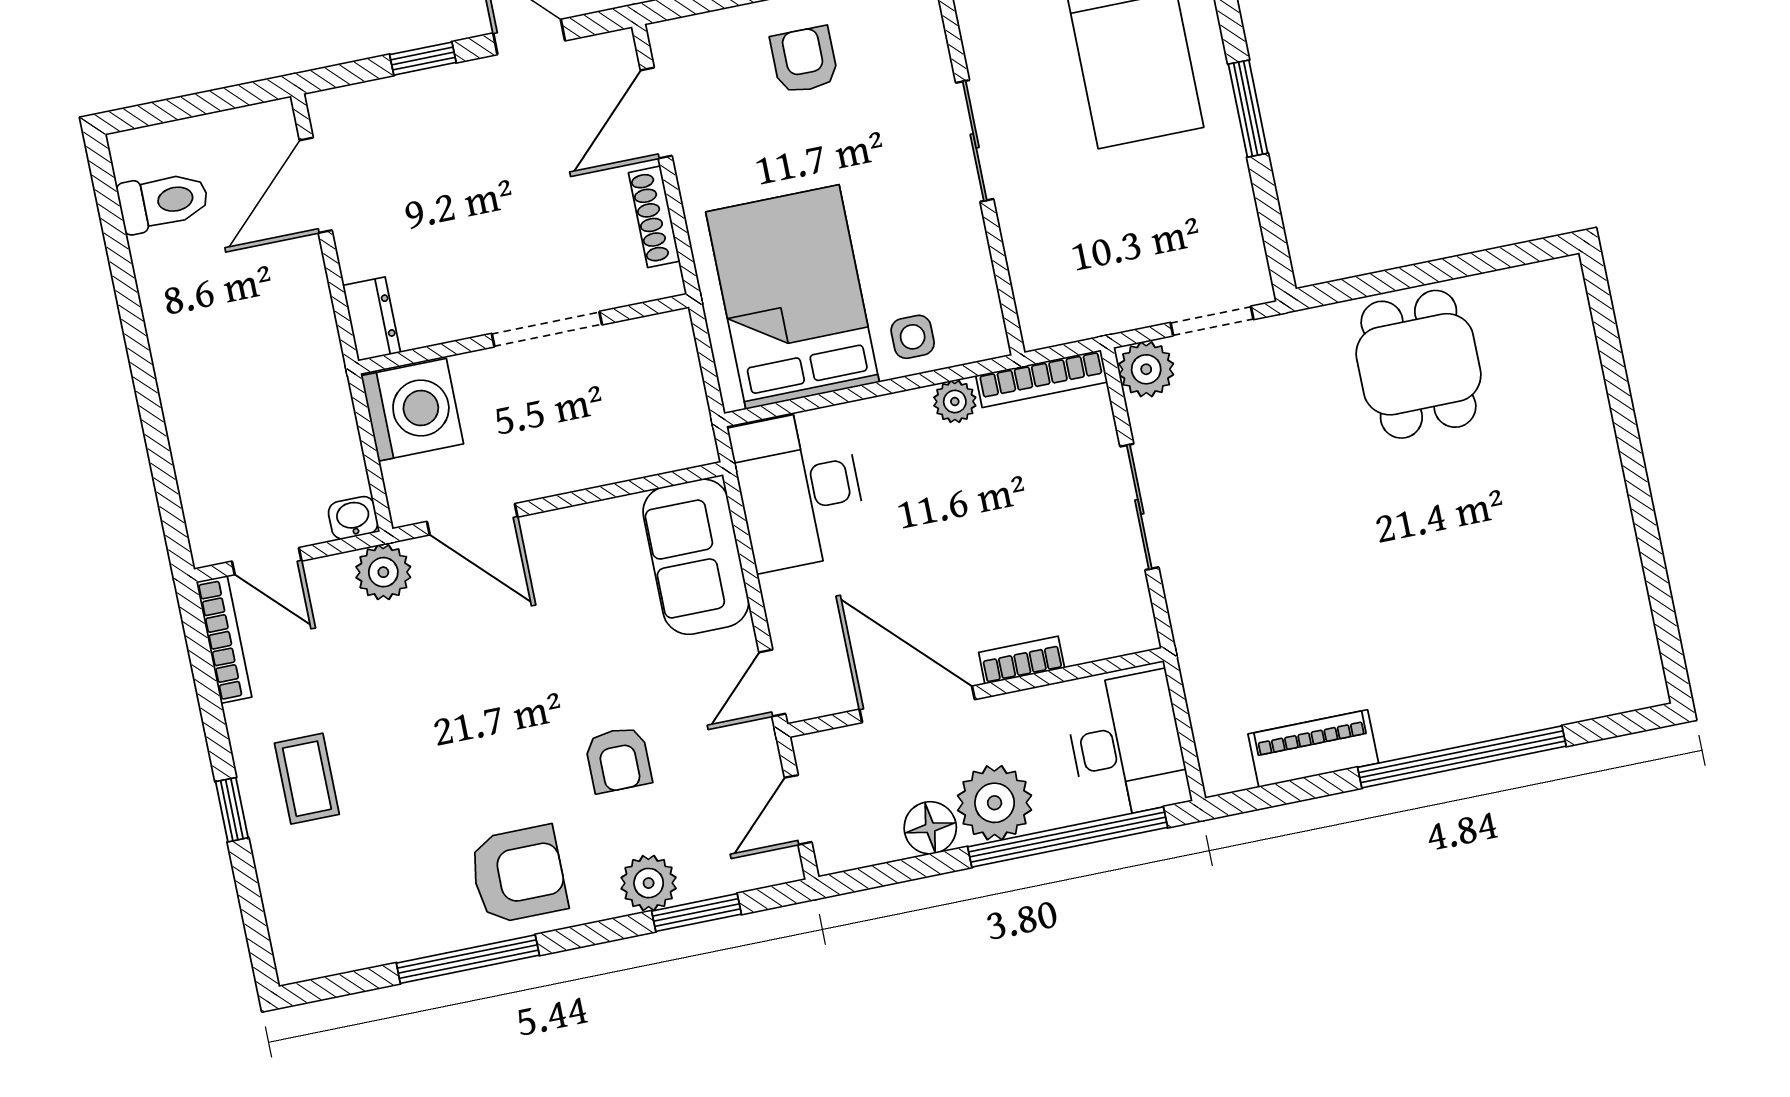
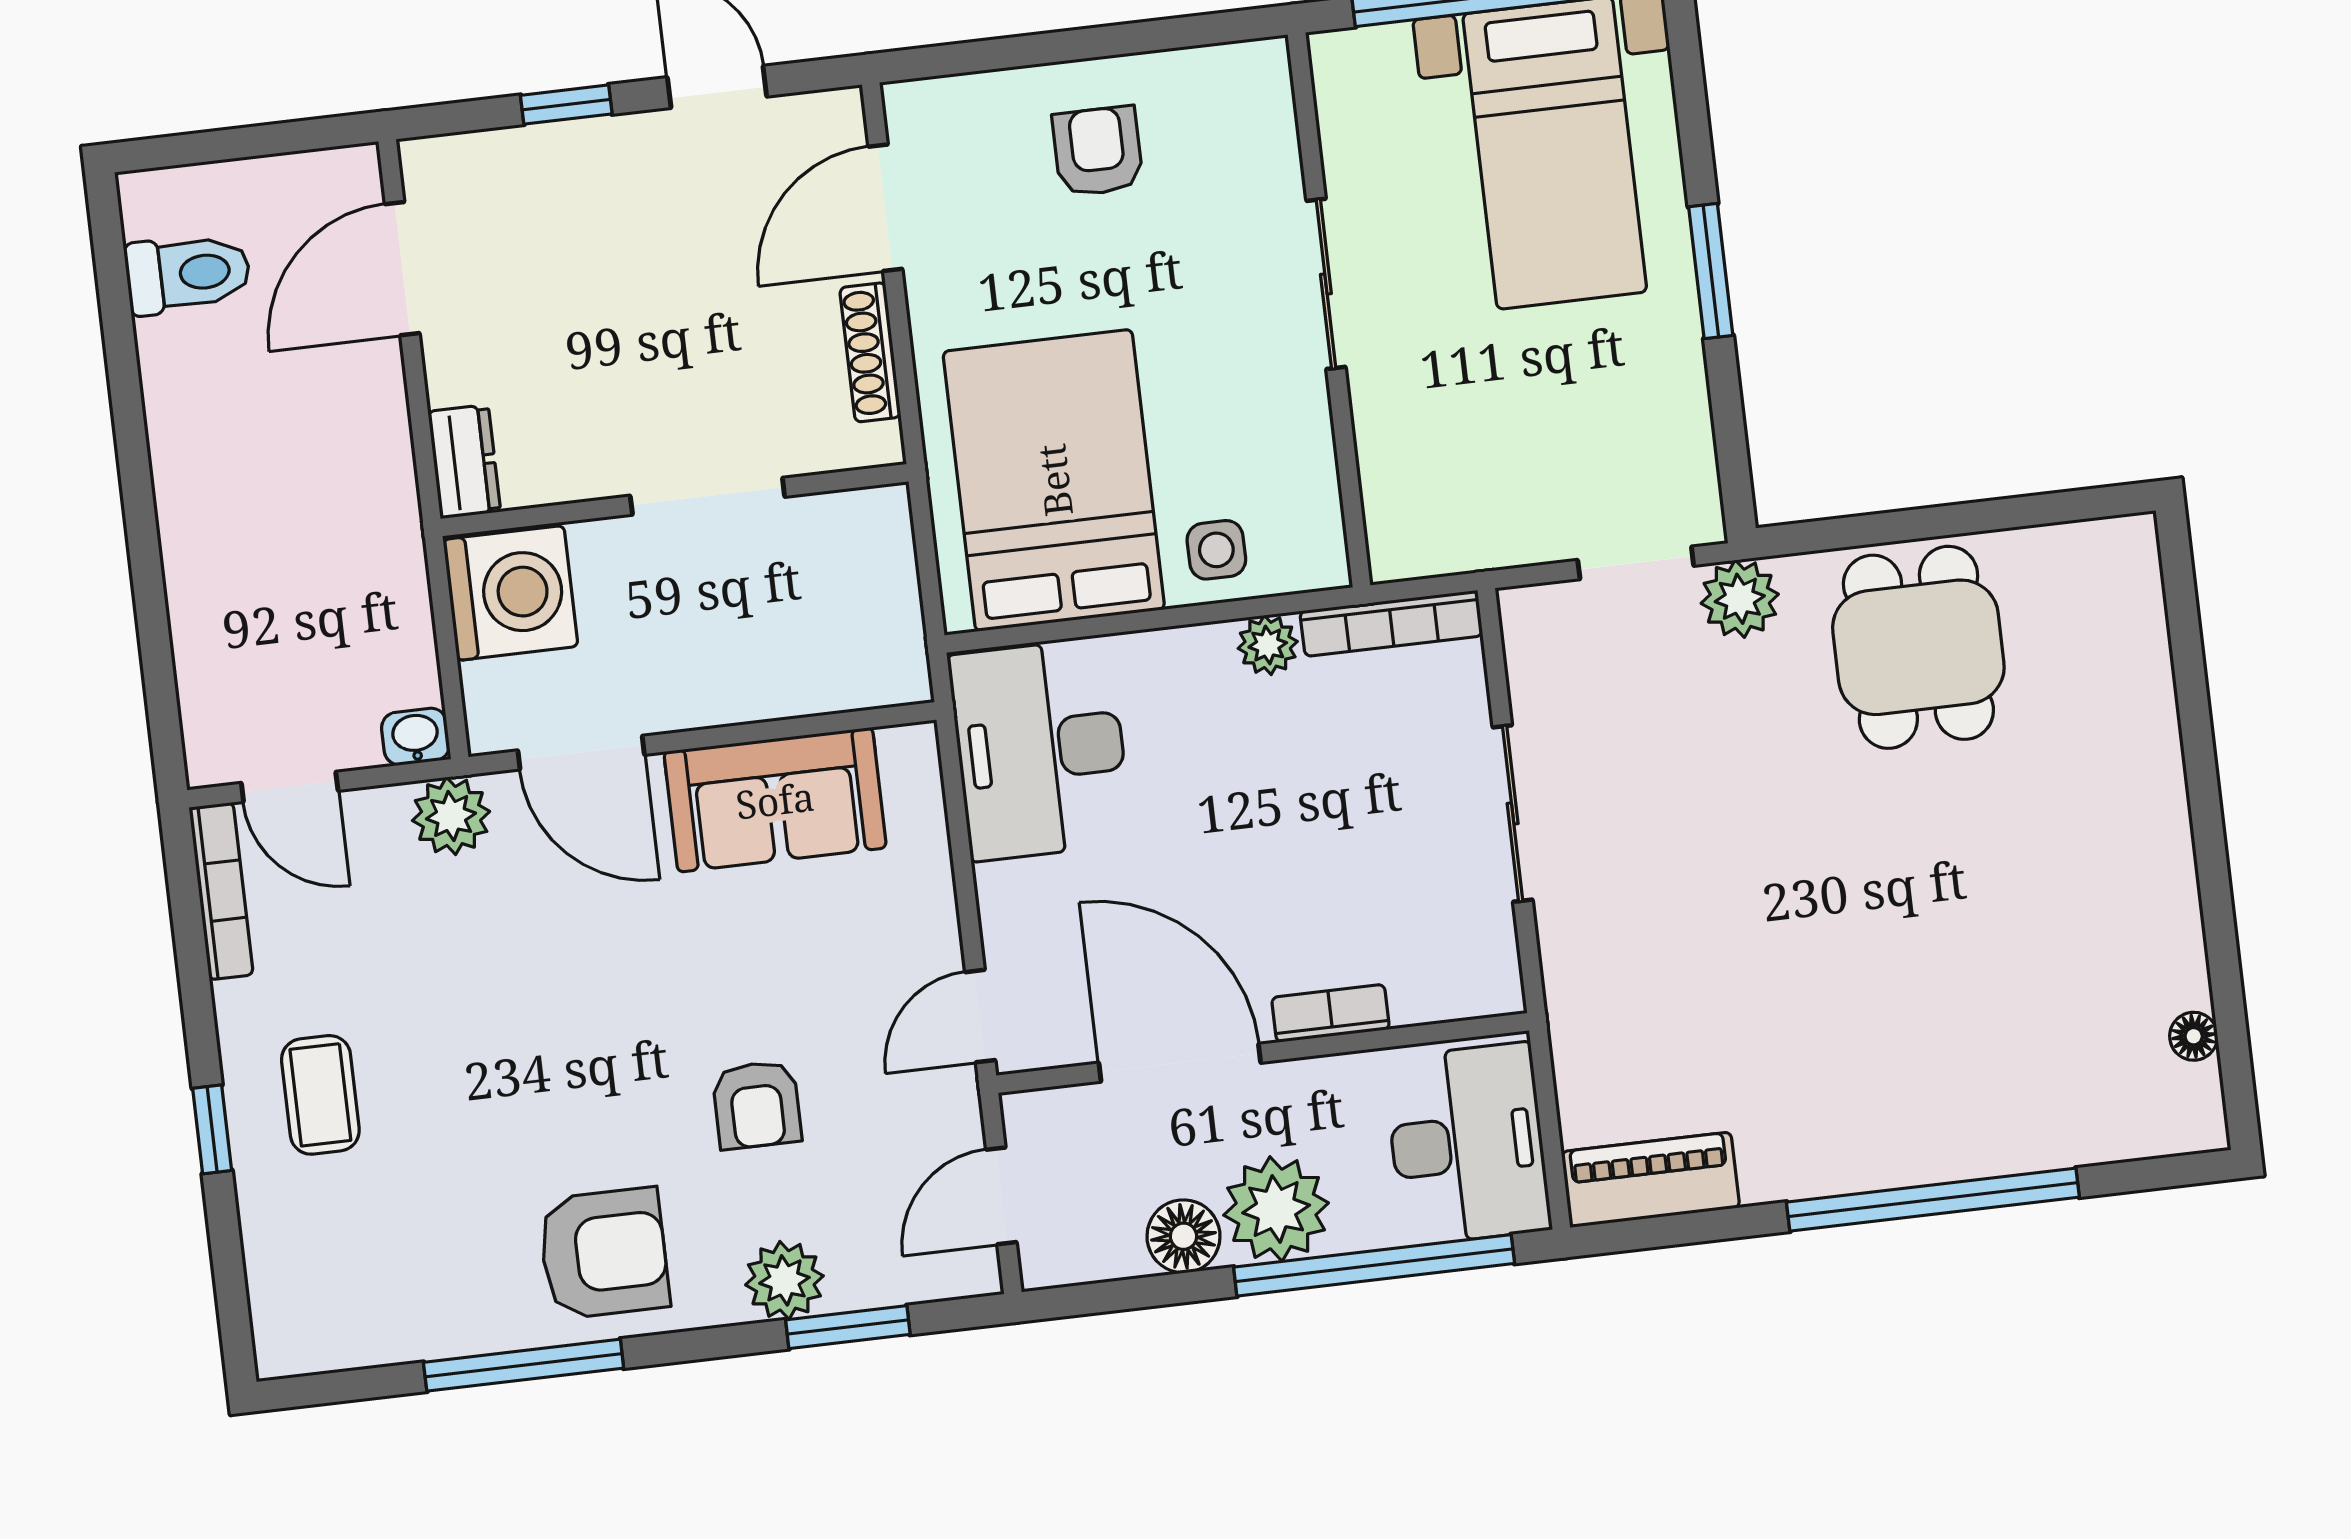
plant: (1146, 369) -> (1740, 599), moved
sofa: (696, 557) -> (775, 800), moved, turned -90
floor lamp: (1638, 625) -> (2194, 1036), added
piano: (1313, 749) -> (1650, 1180), moved

